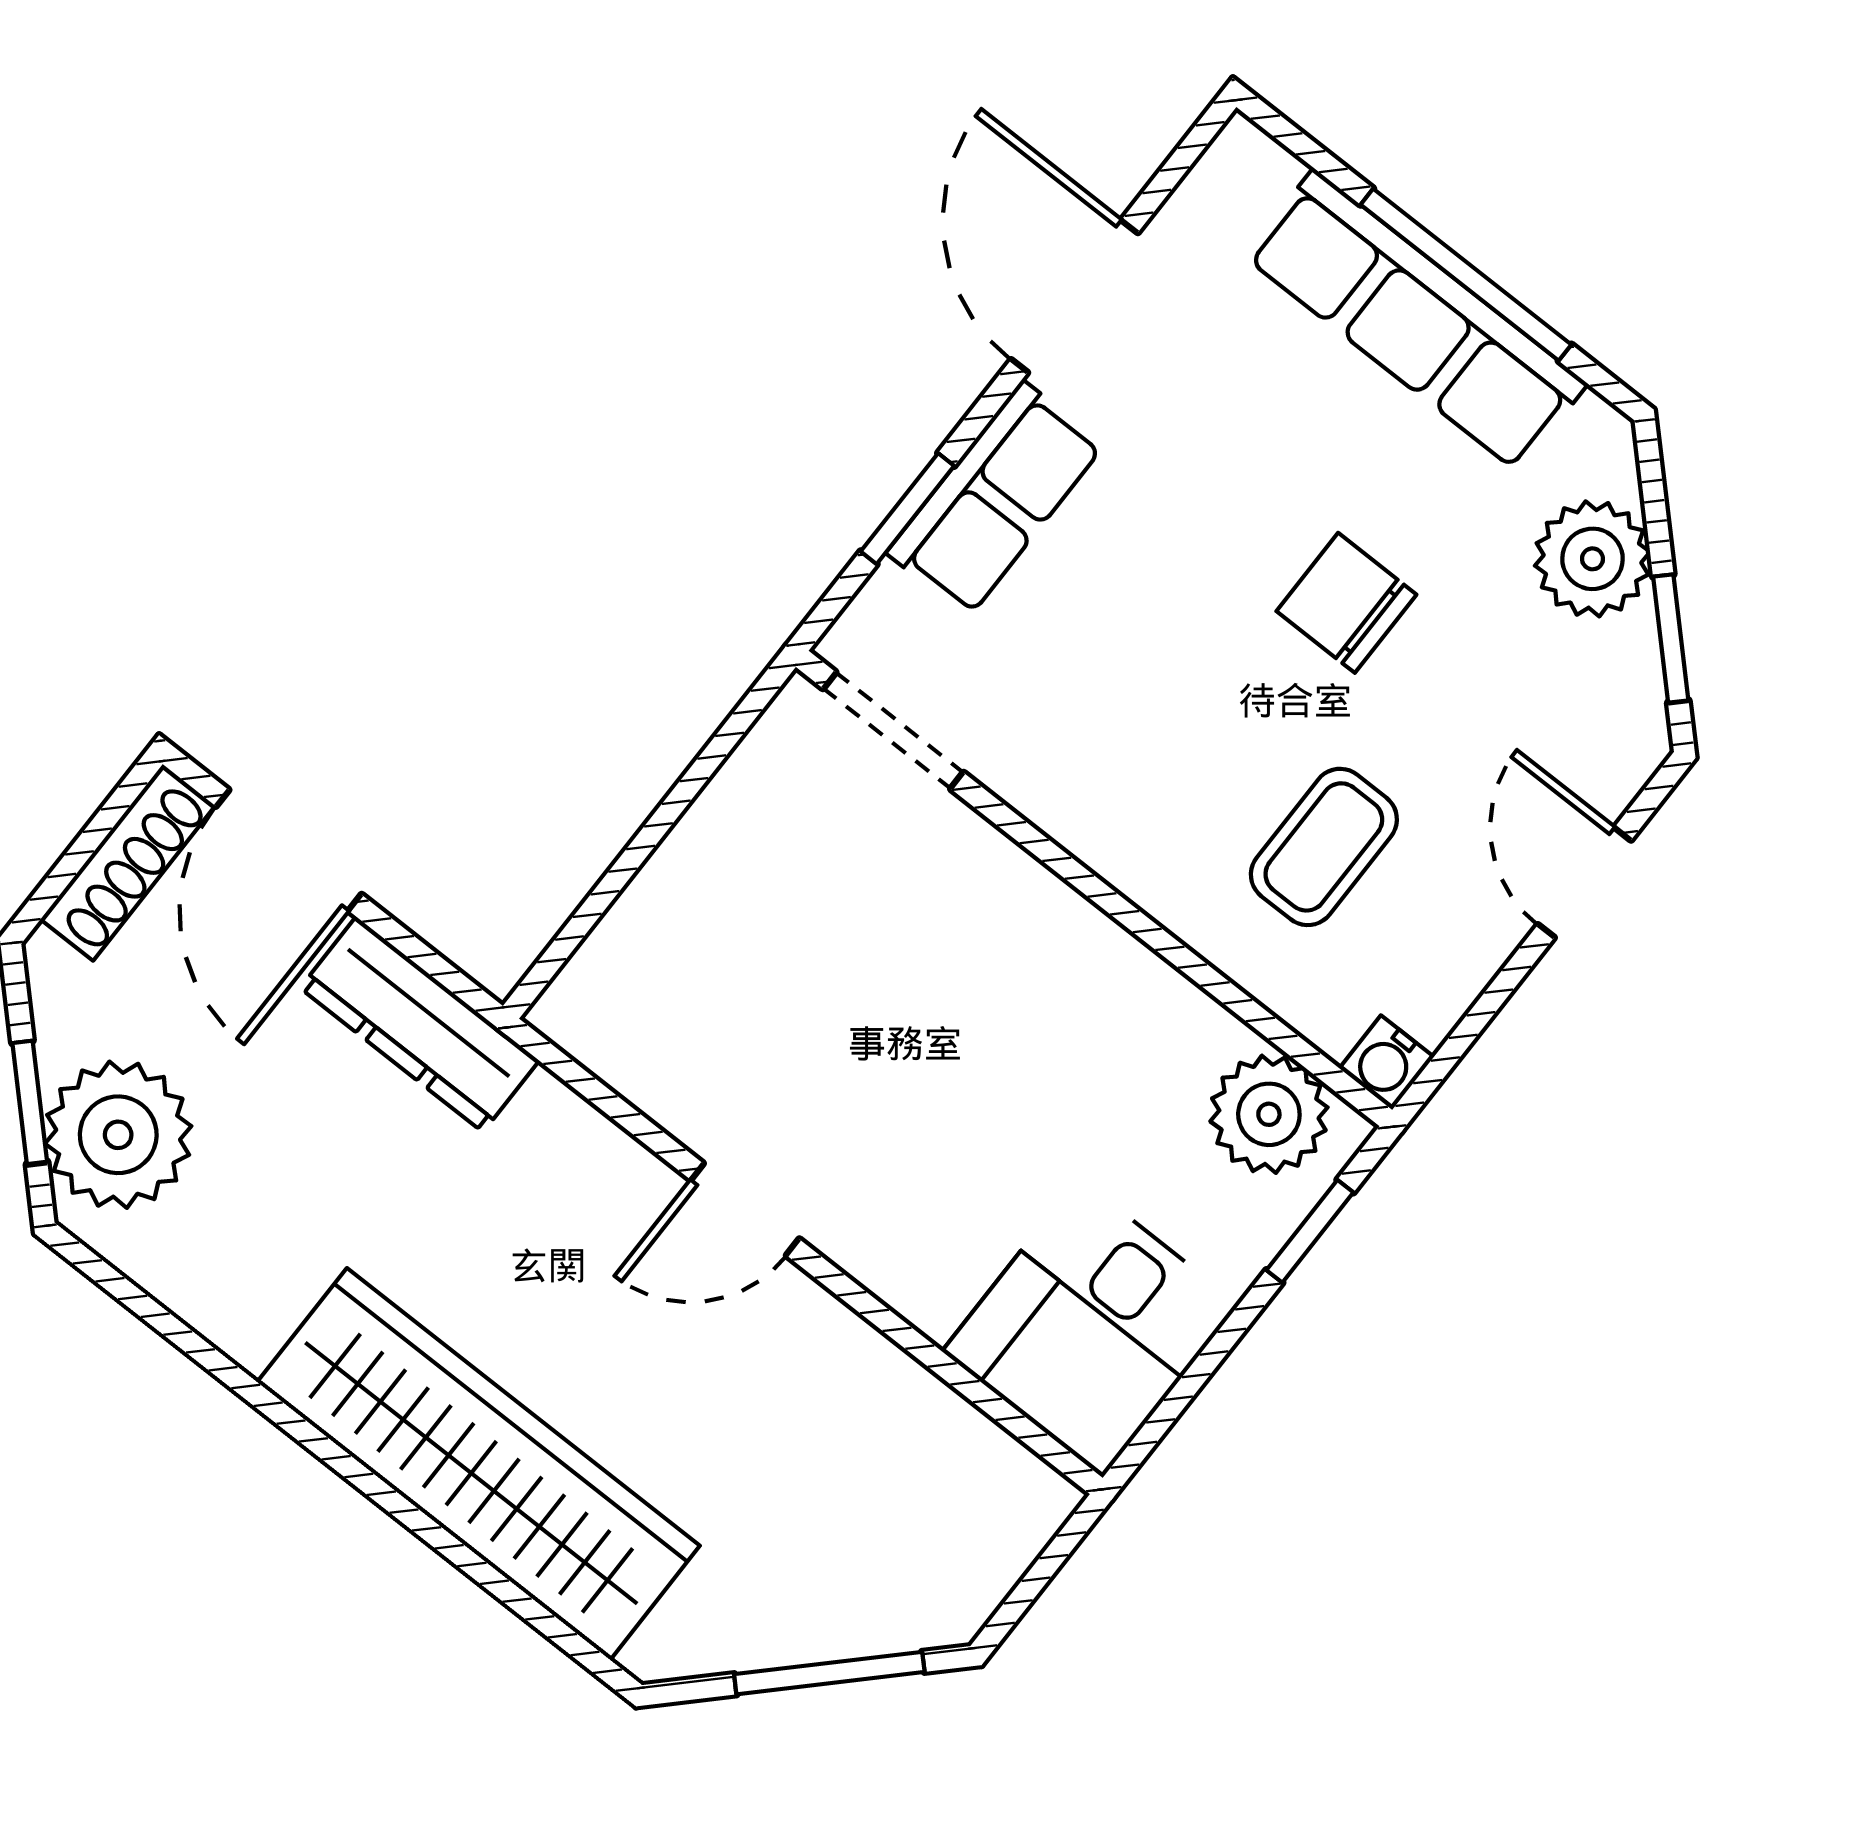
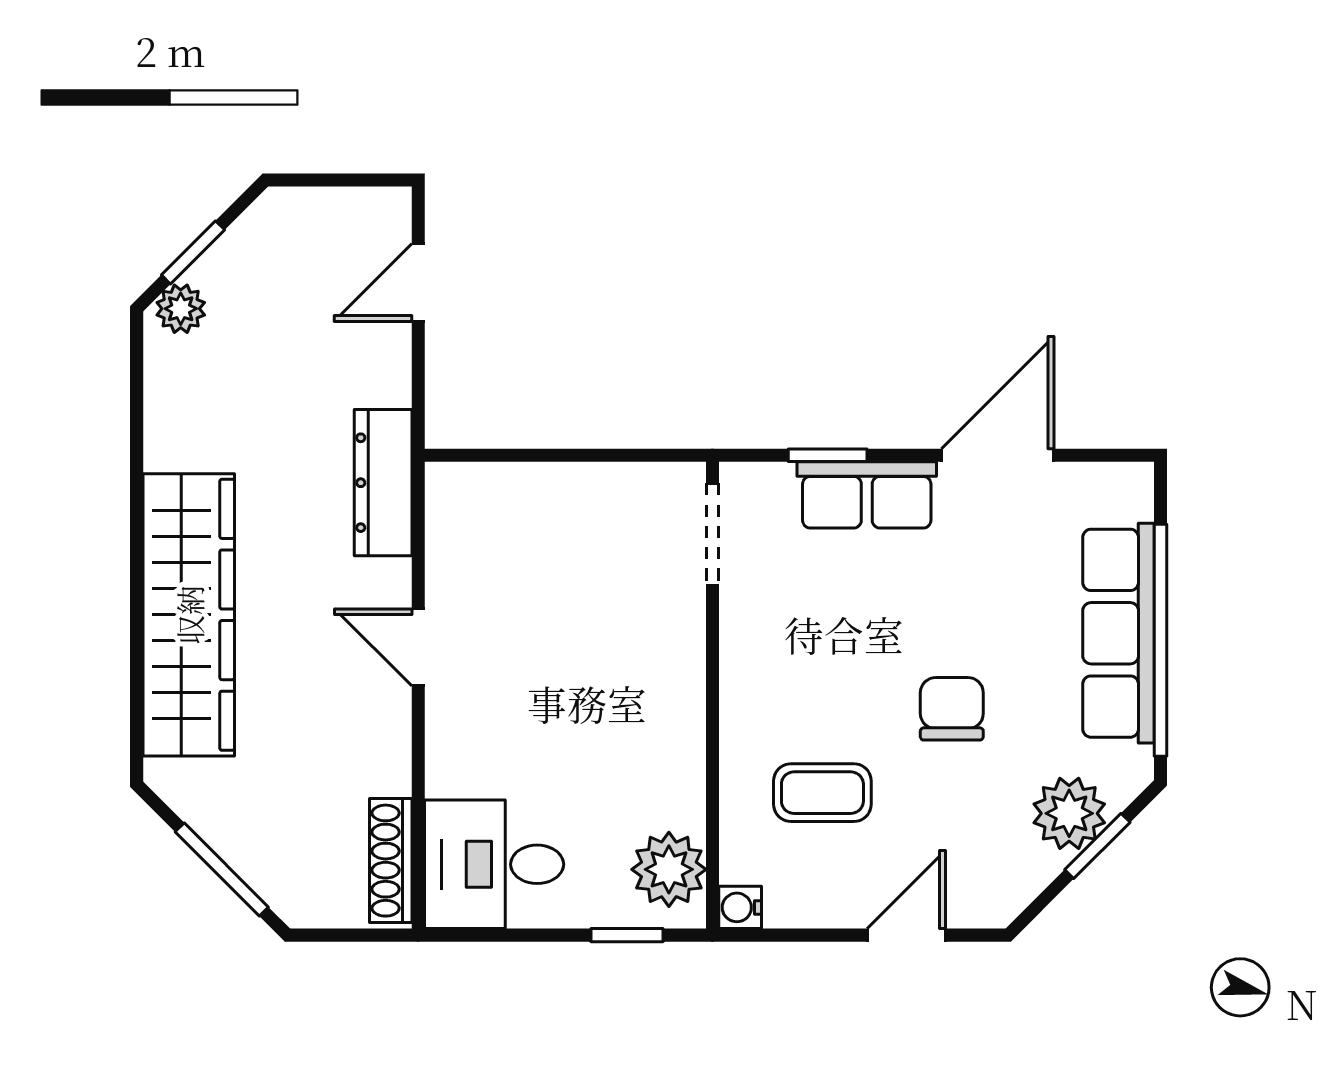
window: (1466, 275) -> (1160, 640), width x1.46
window: (1671, 639) -> (1097, 846), moved
door: (289, 850) -> (418, 282), width x0.73
shoe rack: (128, 862) -> (391, 861), moved, turned 90
dresser: (420, 1024) -> (383, 483), moved
plant: (118, 1135) -> (181, 309), width x0.53, depth x0.53

